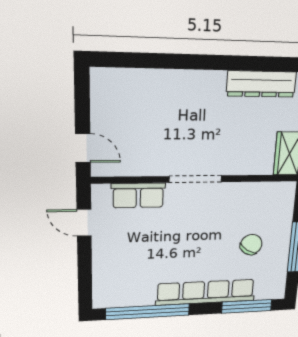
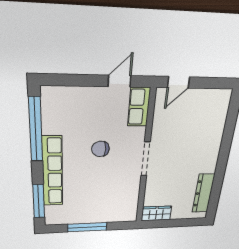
row of seats: (138, 195) -> (139, 107), moved
chair: (251, 245) -> (100, 149), moved, turned 146

